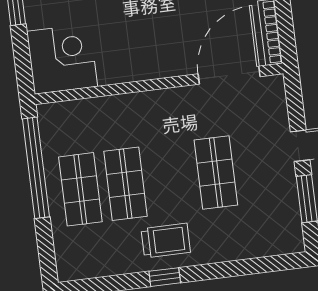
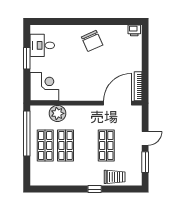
plant: (99, 115) -> (57, 113), added
trolley: (166, 241) -> (115, 177), moved
window: (165, 277) -> (95, 189), moved

